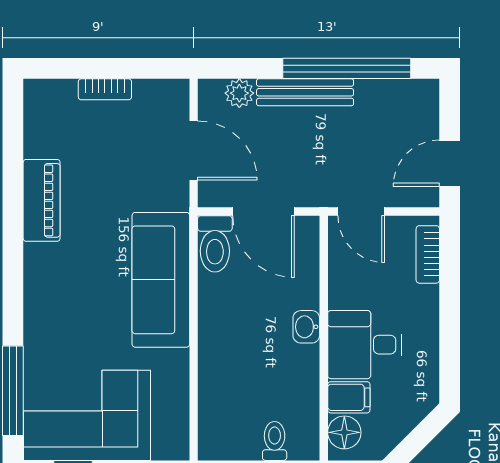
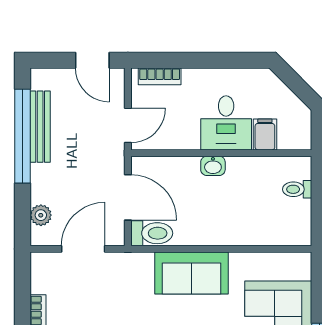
bench: (305, 92) -> (40, 127), moved
door: (264, 211) -> (128, 197), hinge flipped
sofa: (161, 280) -> (192, 273), width x0.73
floor lamp: (344, 432) -> (291, 138), removed

